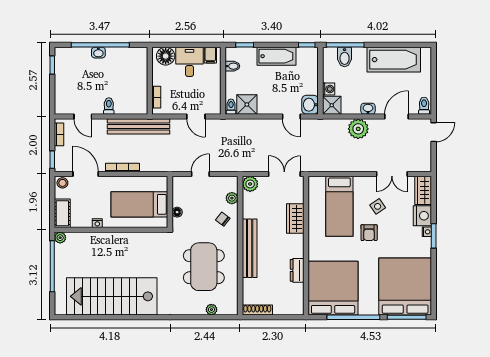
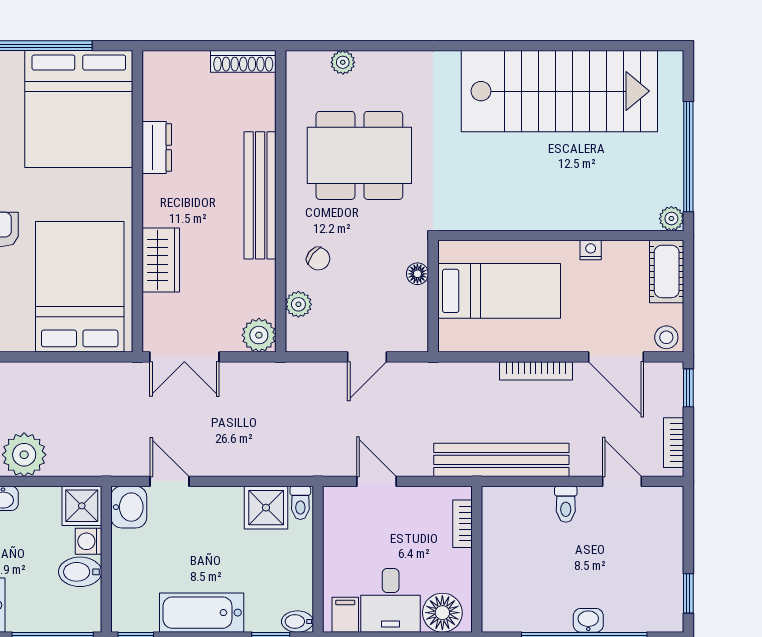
bidet: (345, 57) -> (80, 572), moved, turned -90
bidet: (232, 66) -> (297, 622), moved
bed: (339, 206) -> (80, 287), width x1.50
dining table: (204, 267) -> (359, 155), turned 90

